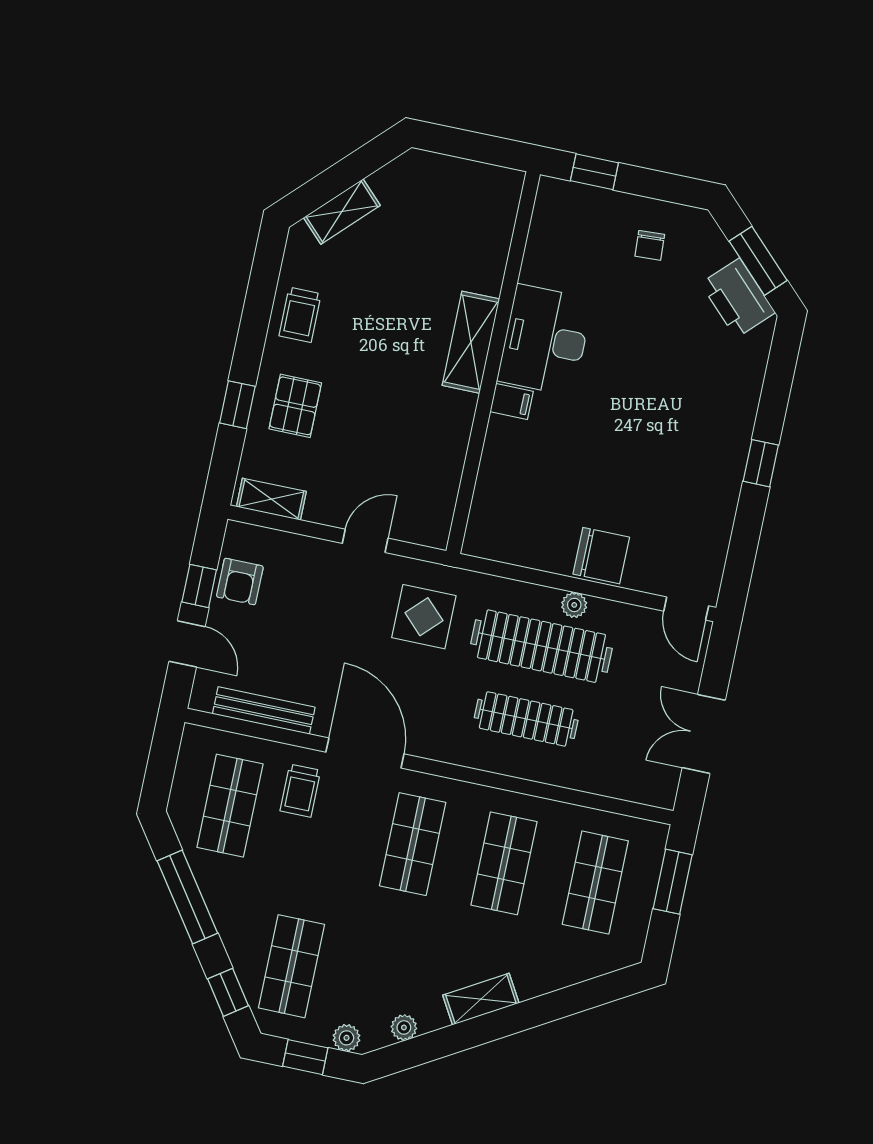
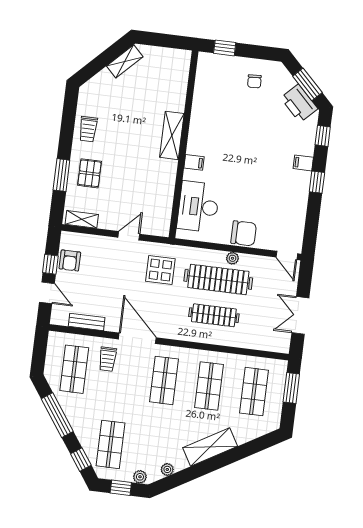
shelving: (342, 211) -> (125, 61), moved
desk: (545, 340) -> (198, 207), moved
window: (781, 369) -> (323, 136), added
window: (237, 405) -> (61, 175), width x1.50
filing cabinet: (736, 421) -> (303, 163), added
bench: (264, 711) -> (87, 322), width x0.73
shelving: (481, 999) -> (210, 447), width x1.50, depth x1.33

